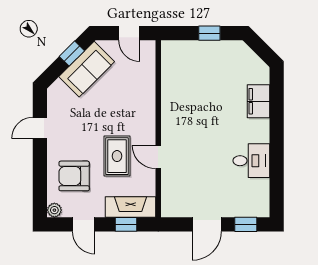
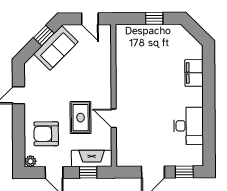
desk: (251, 161) -> (189, 126), width x1.37

